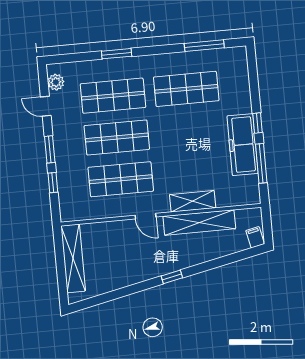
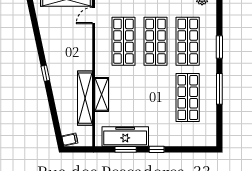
window: (204, 46) -> (219, 89), moved
freezer: (243, 145) -> (125, 137), moved
window: (261, 163) -> (126, 149), width x0.69
door: (145, 216) -> (94, 16), moved

